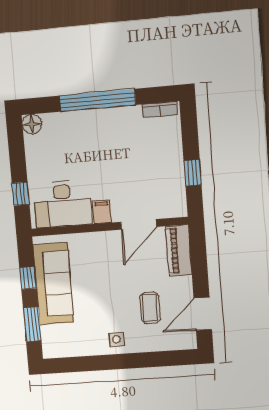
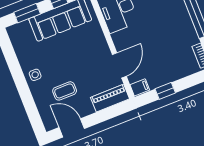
filing cabinet: (102, 212) -> (140, 87), moved
door: (139, 224) -> (119, 65), swing flipped

